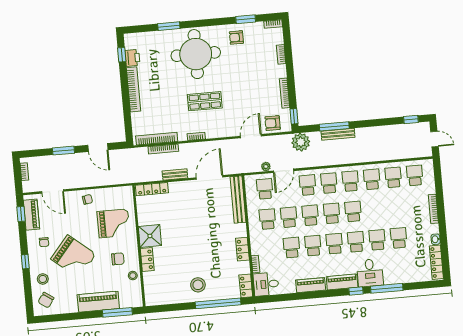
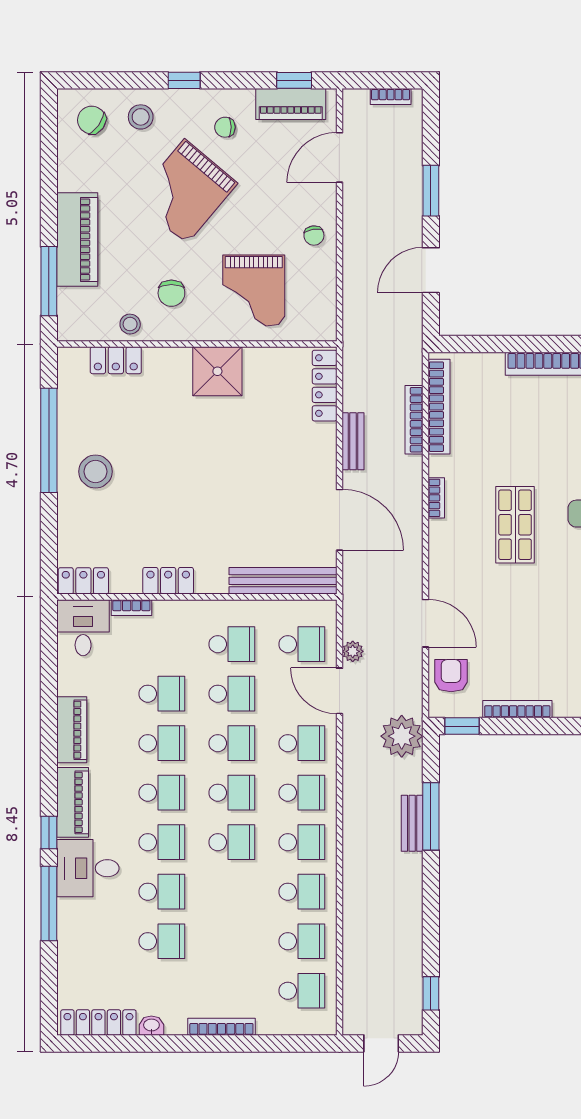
bench: (338, 134) -> (412, 823), width x0.73
locker: (147, 260) -> (116, 360), moved
window: (218, 303) -> (49, 440), moved

